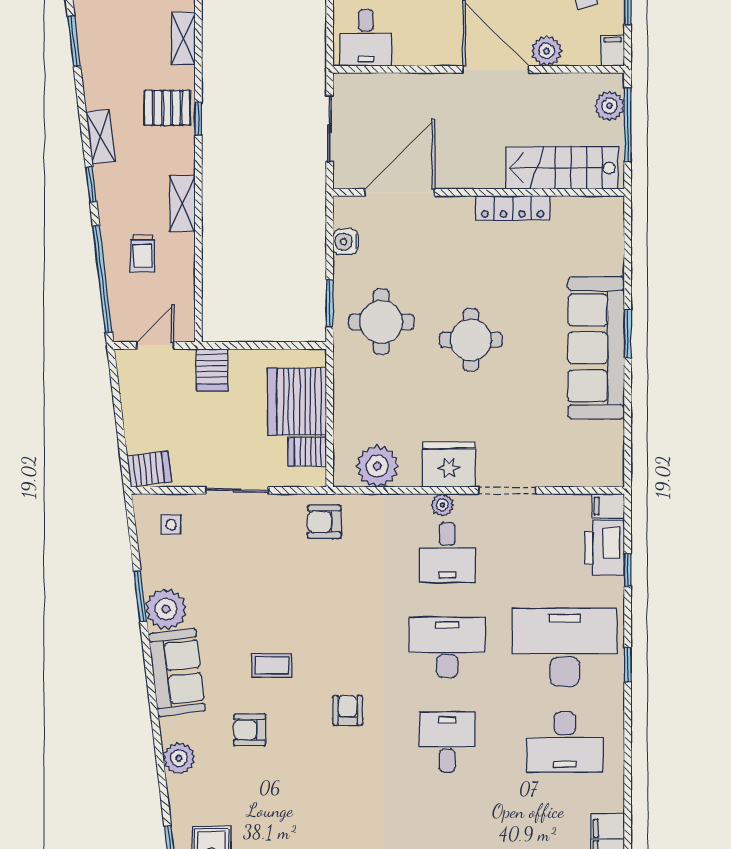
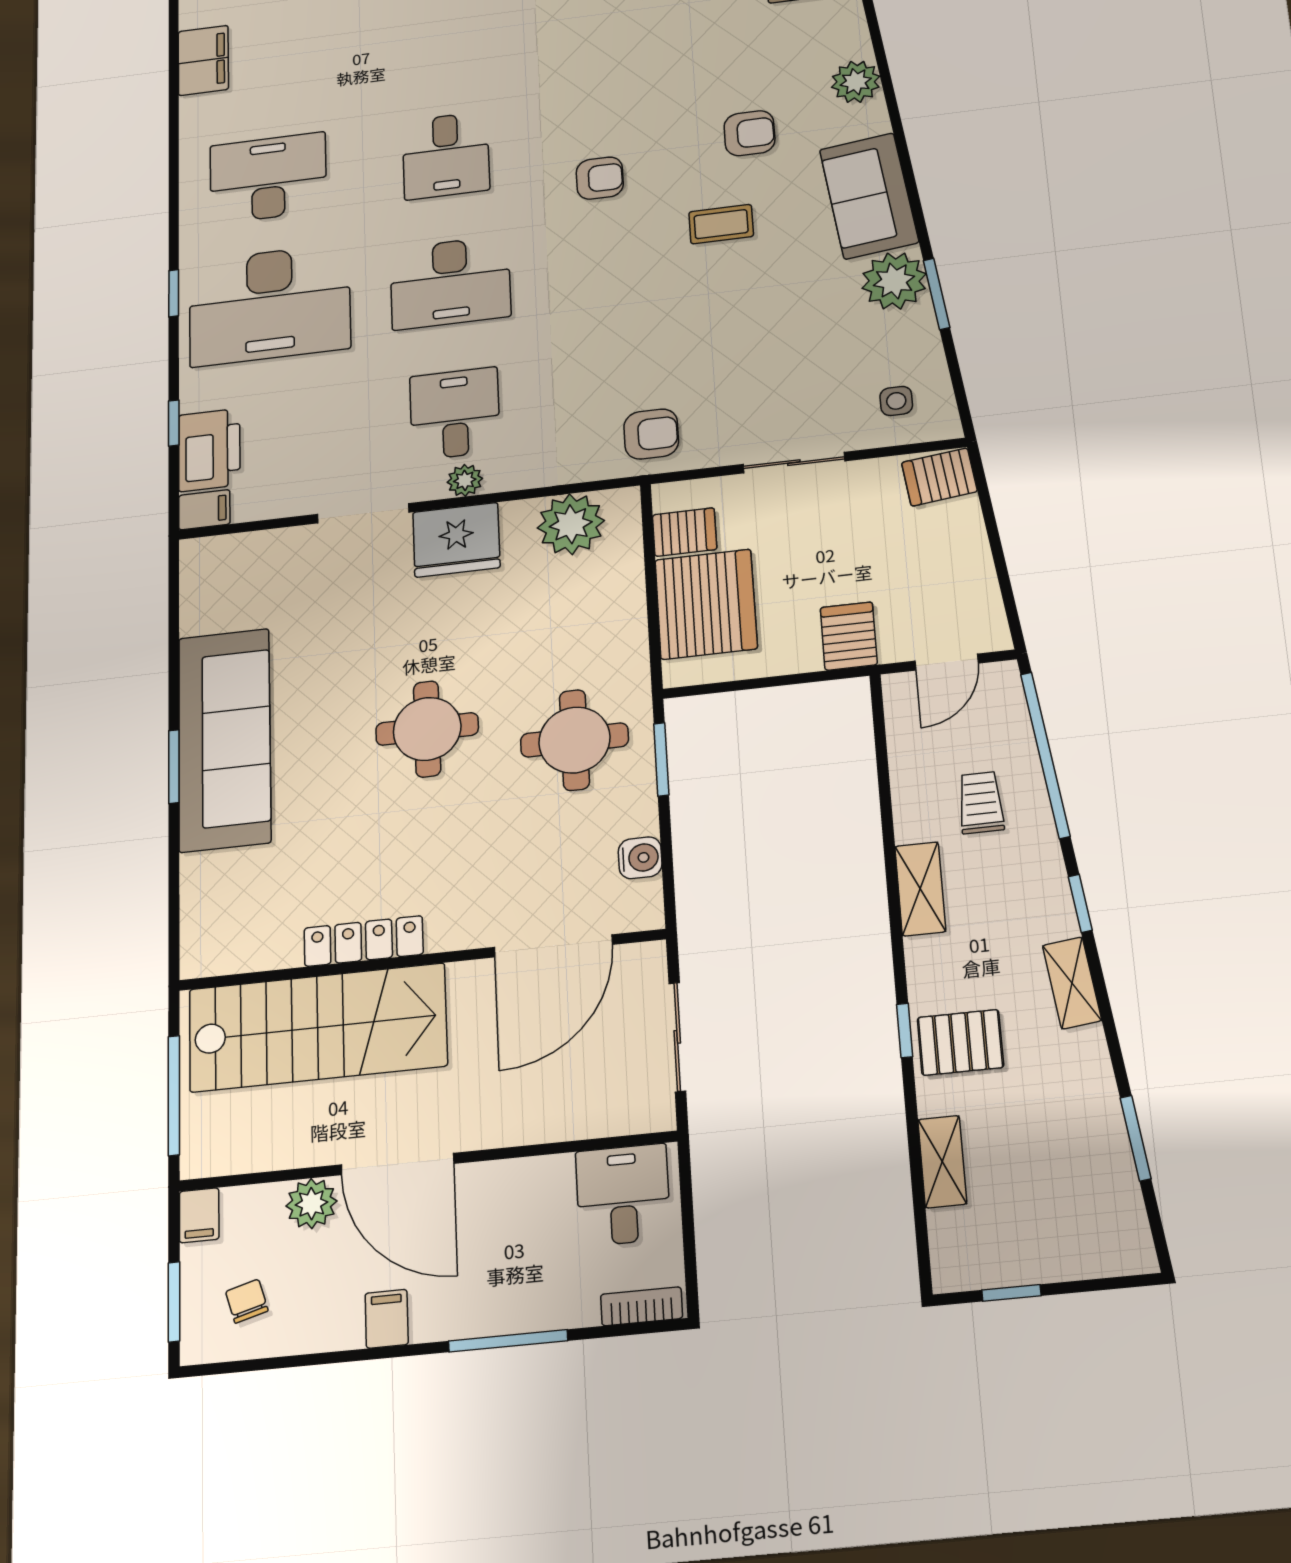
plant: (610, 106) -> (204, 1123), removed
stairs: (562, 168) -> (318, 1027), width x1.36, depth x1.51
armchair: (348, 710) -> (600, 178), turned -90

